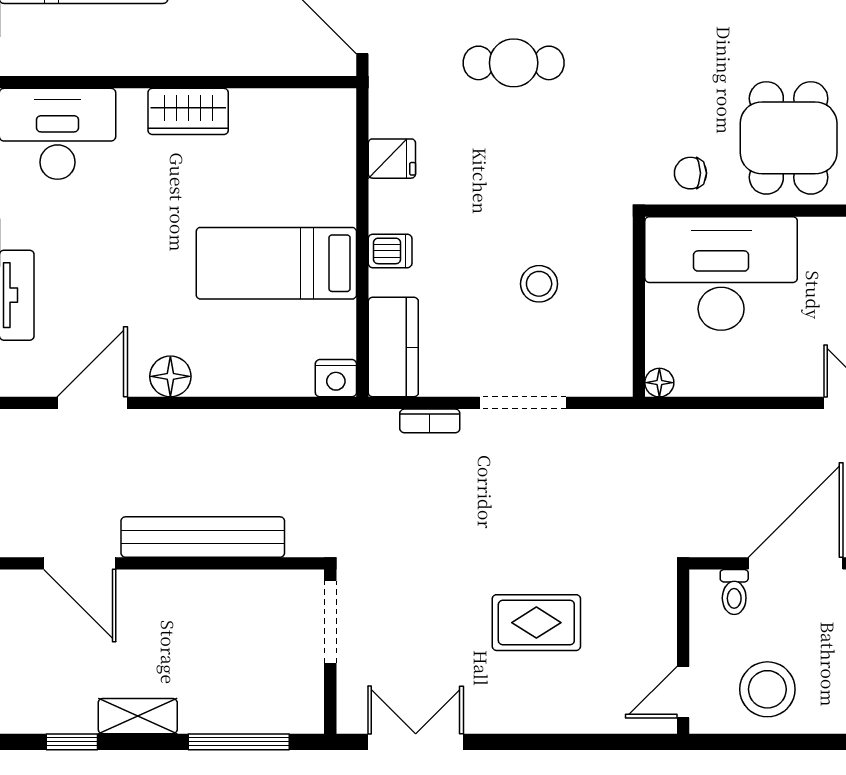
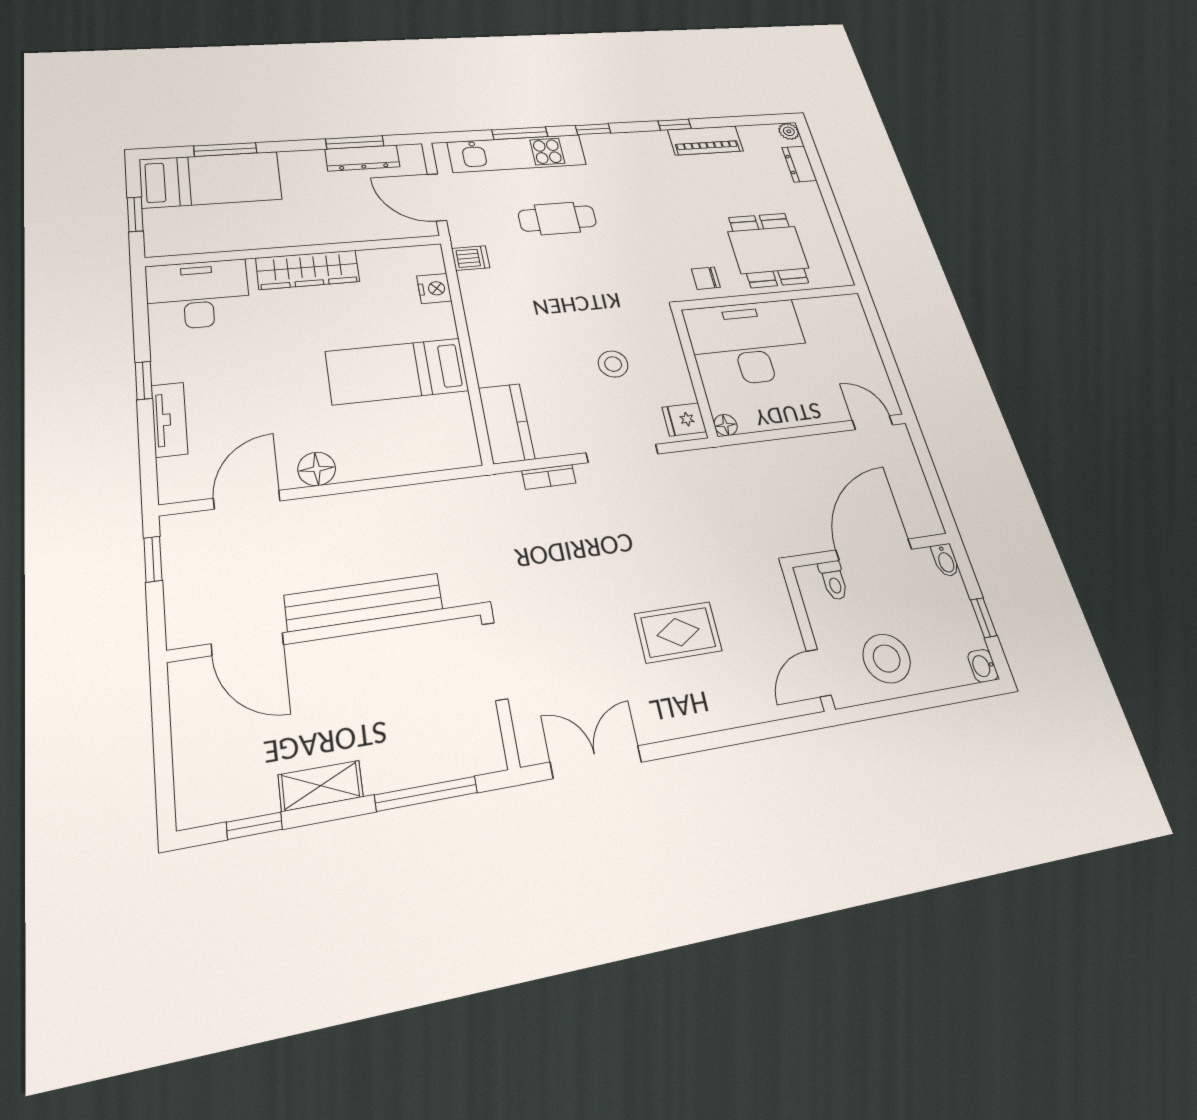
wardrobe: (188, 111) -> (308, 270), width x1.50
fridge: (392, 159) -> (684, 420), moved, turned 180
dishwasher: (390, 251) -> (471, 258), moved
nightstand: (336, 378) -> (434, 289), moved, turned -90

